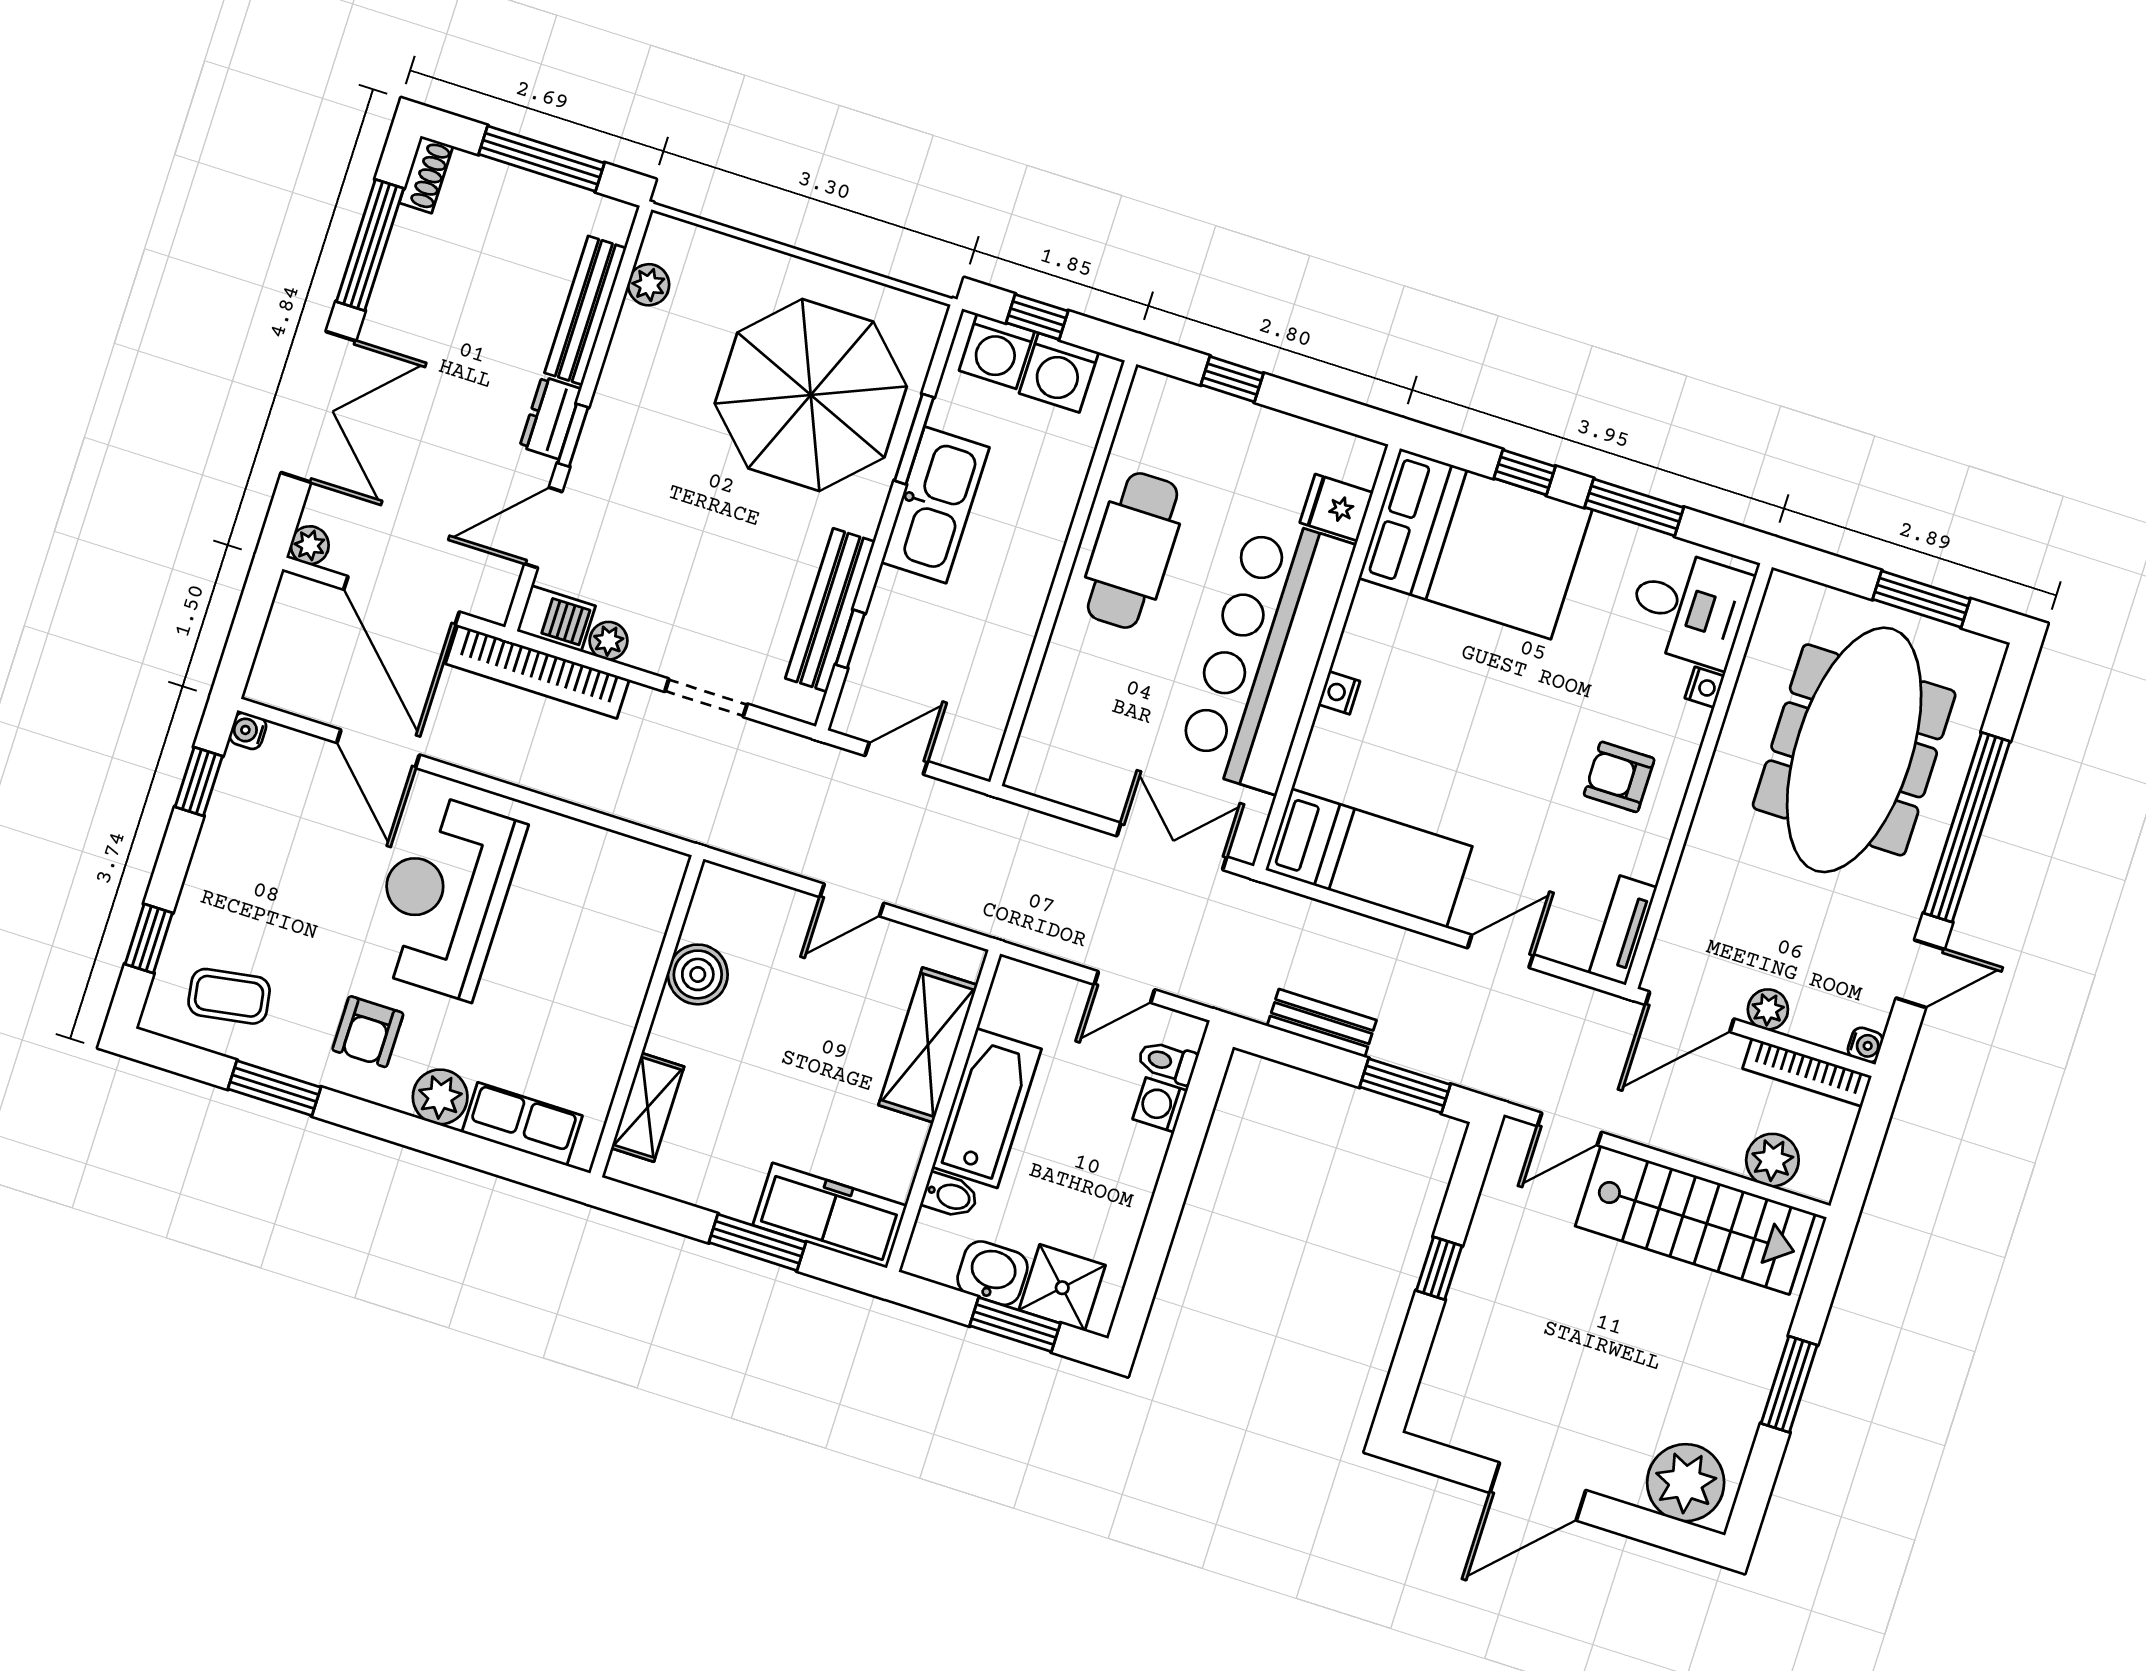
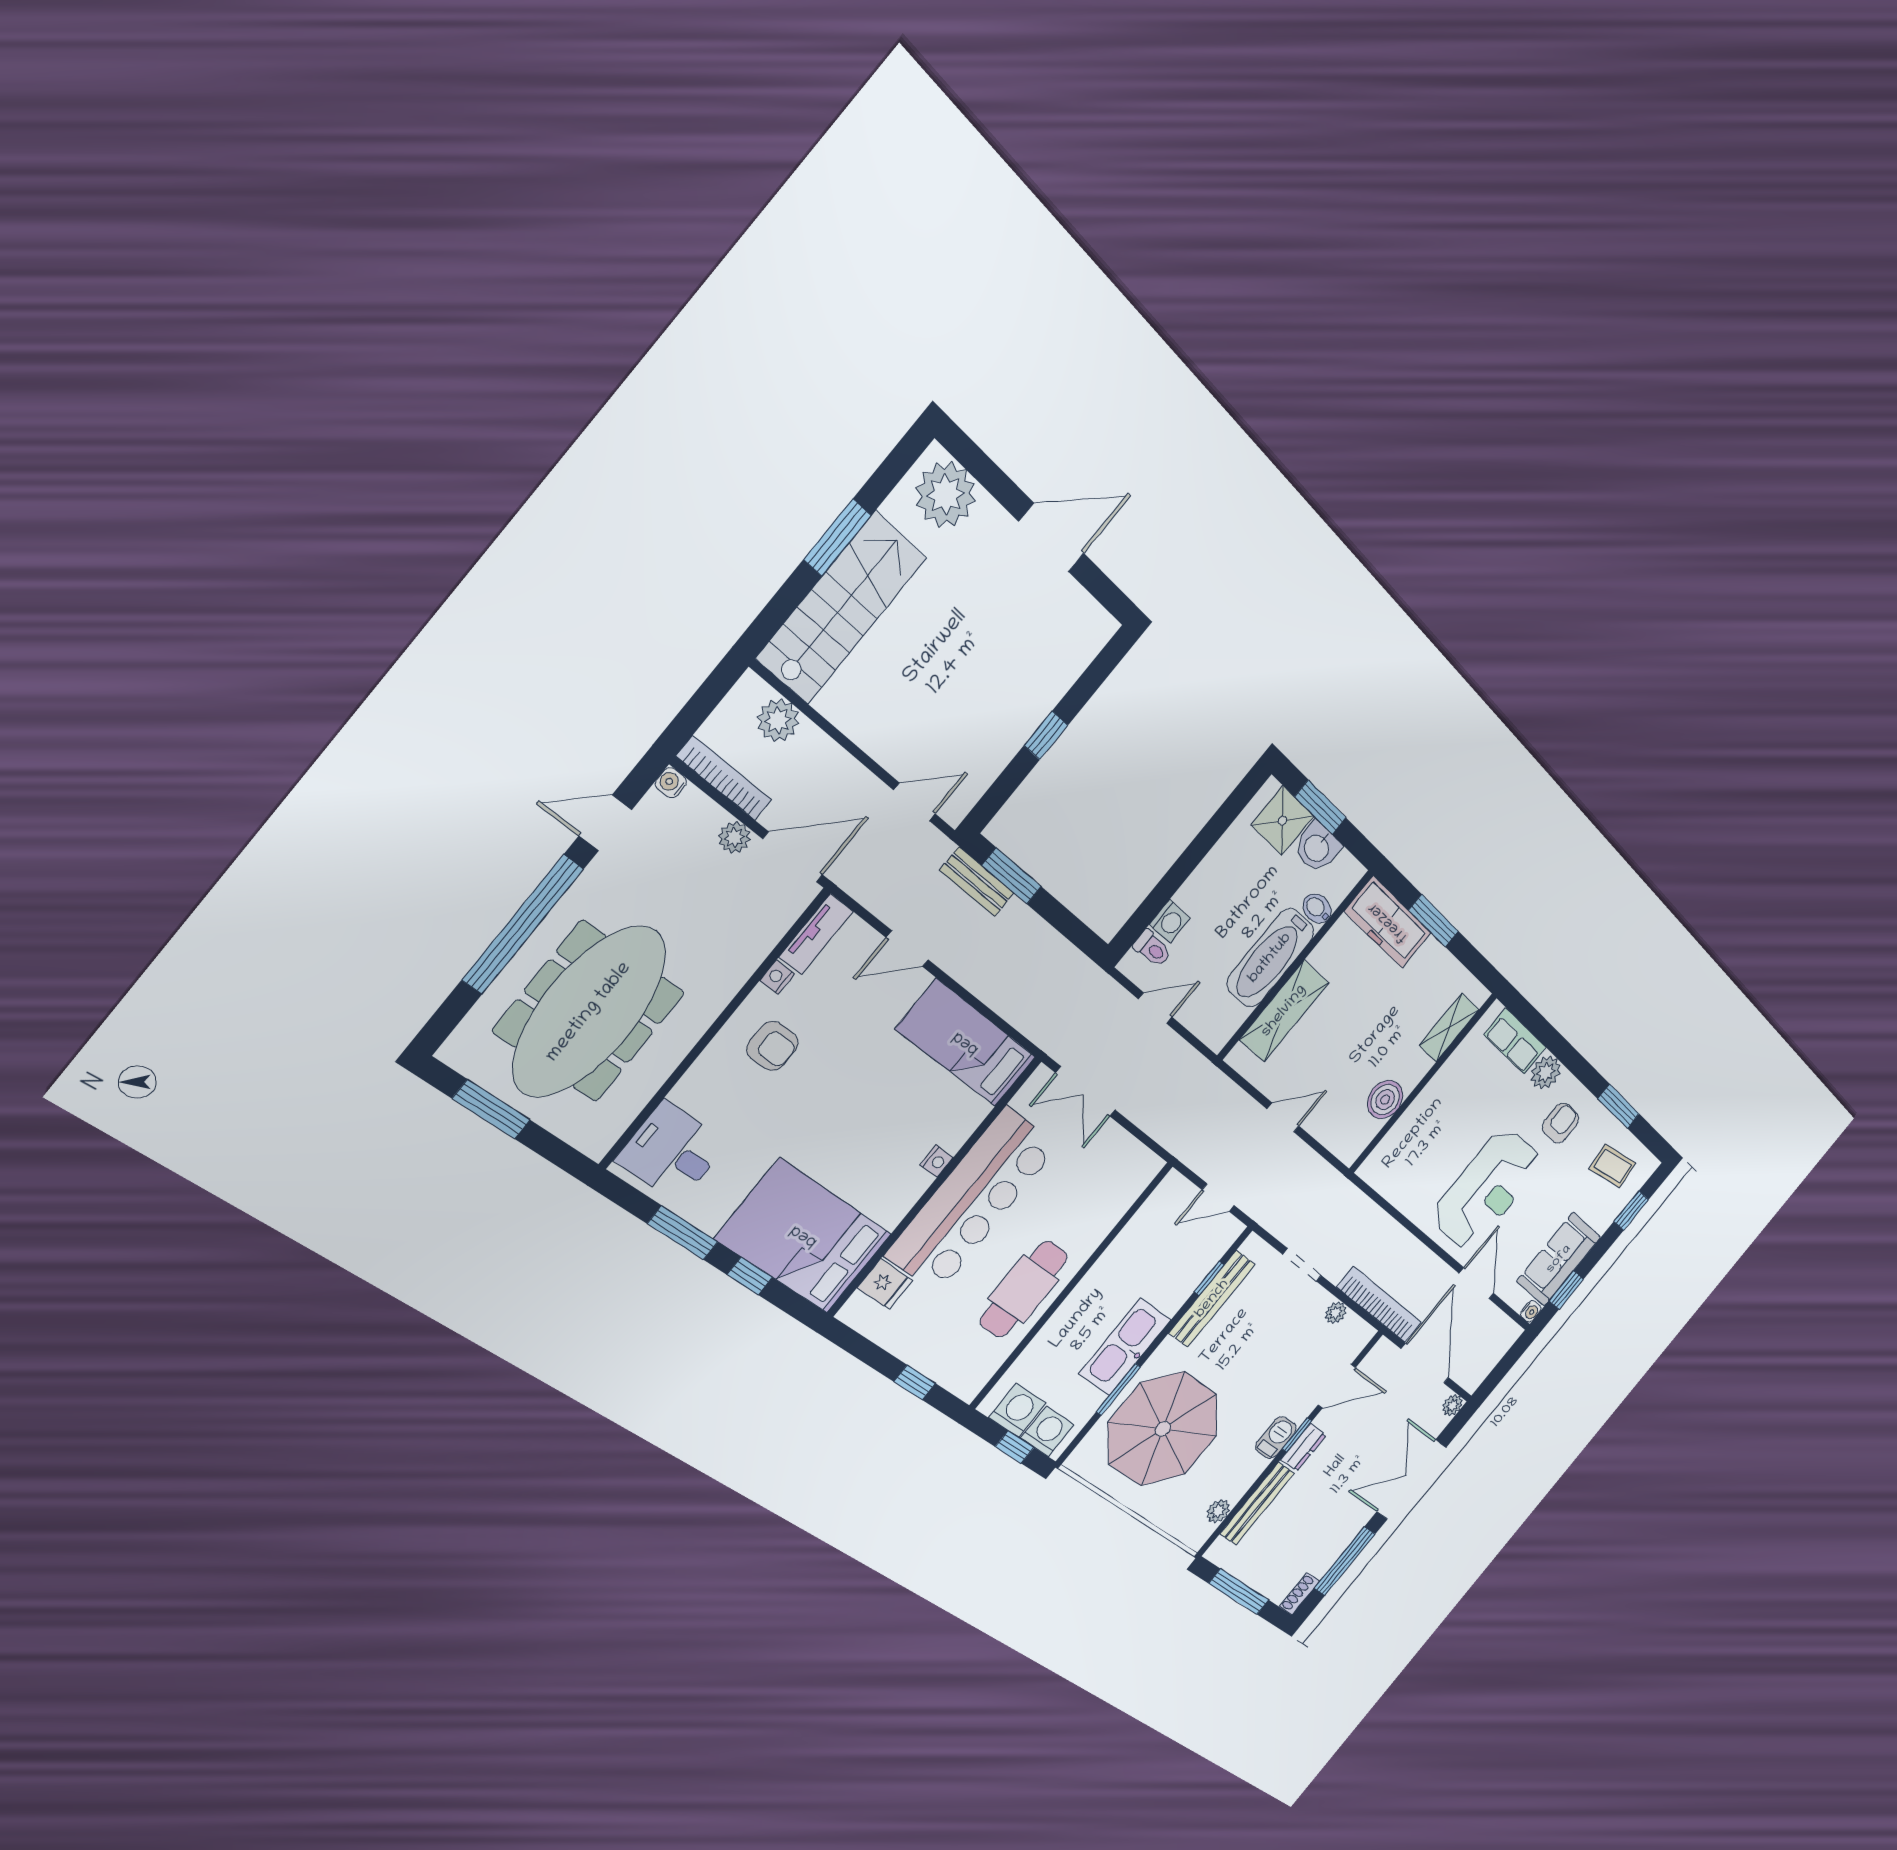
barbecue: (556, 619) -> (1276, 1438), moved, turned 90
nightstand: (1705, 687) -> (777, 977), moved
sofa: (244, 826) -> (1559, 1259), added
bench: (1322, 1023) -> (977, 882), moved
stairs: (1695, 1220) -> (841, 608), moved, turned 90

